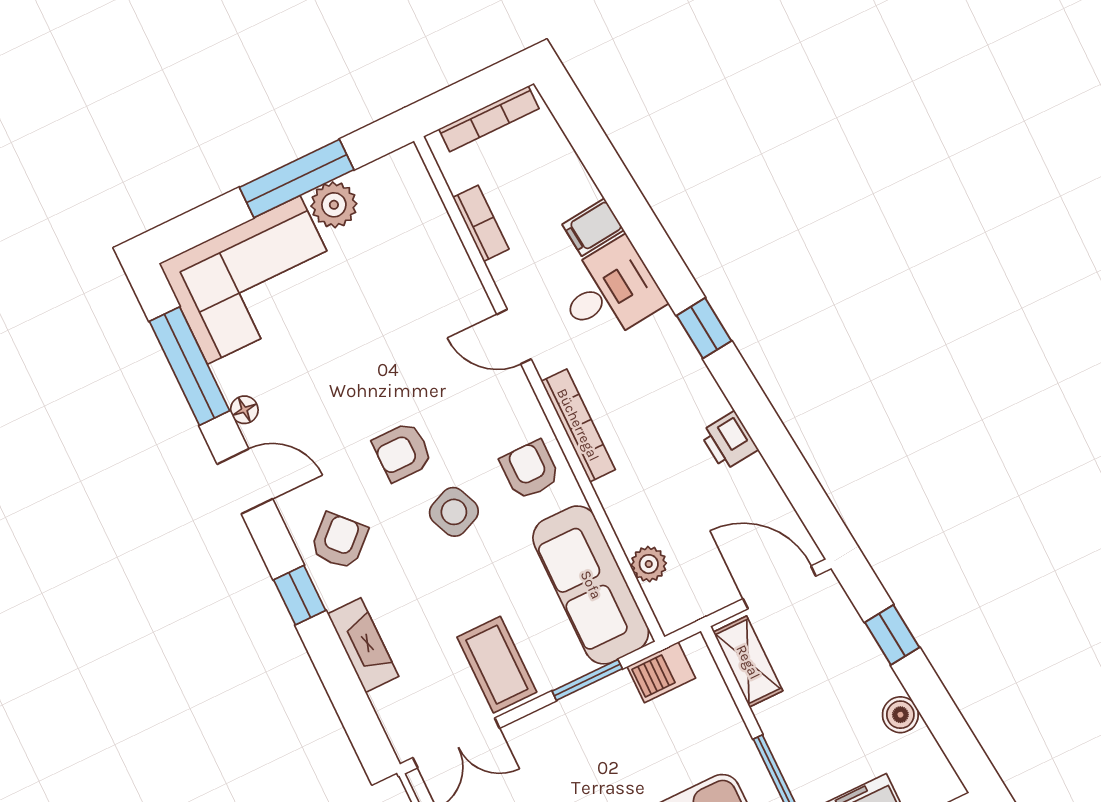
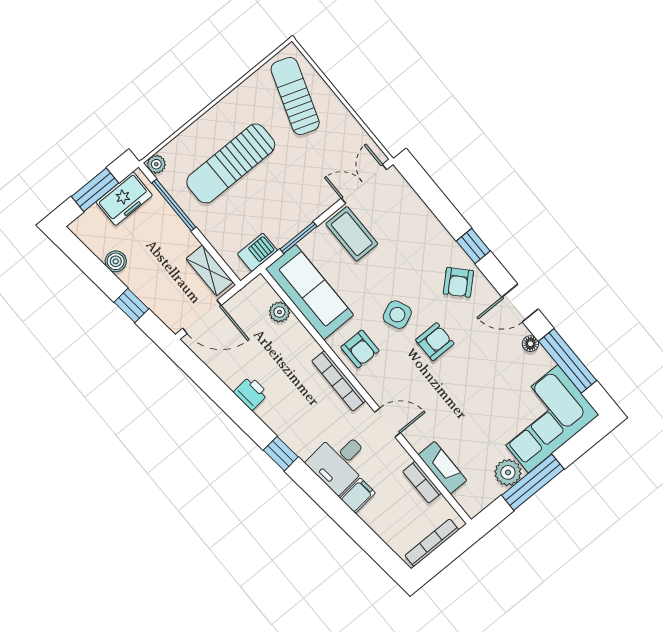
fireplace: (363, 645) -> (442, 468), moved, turned 180

